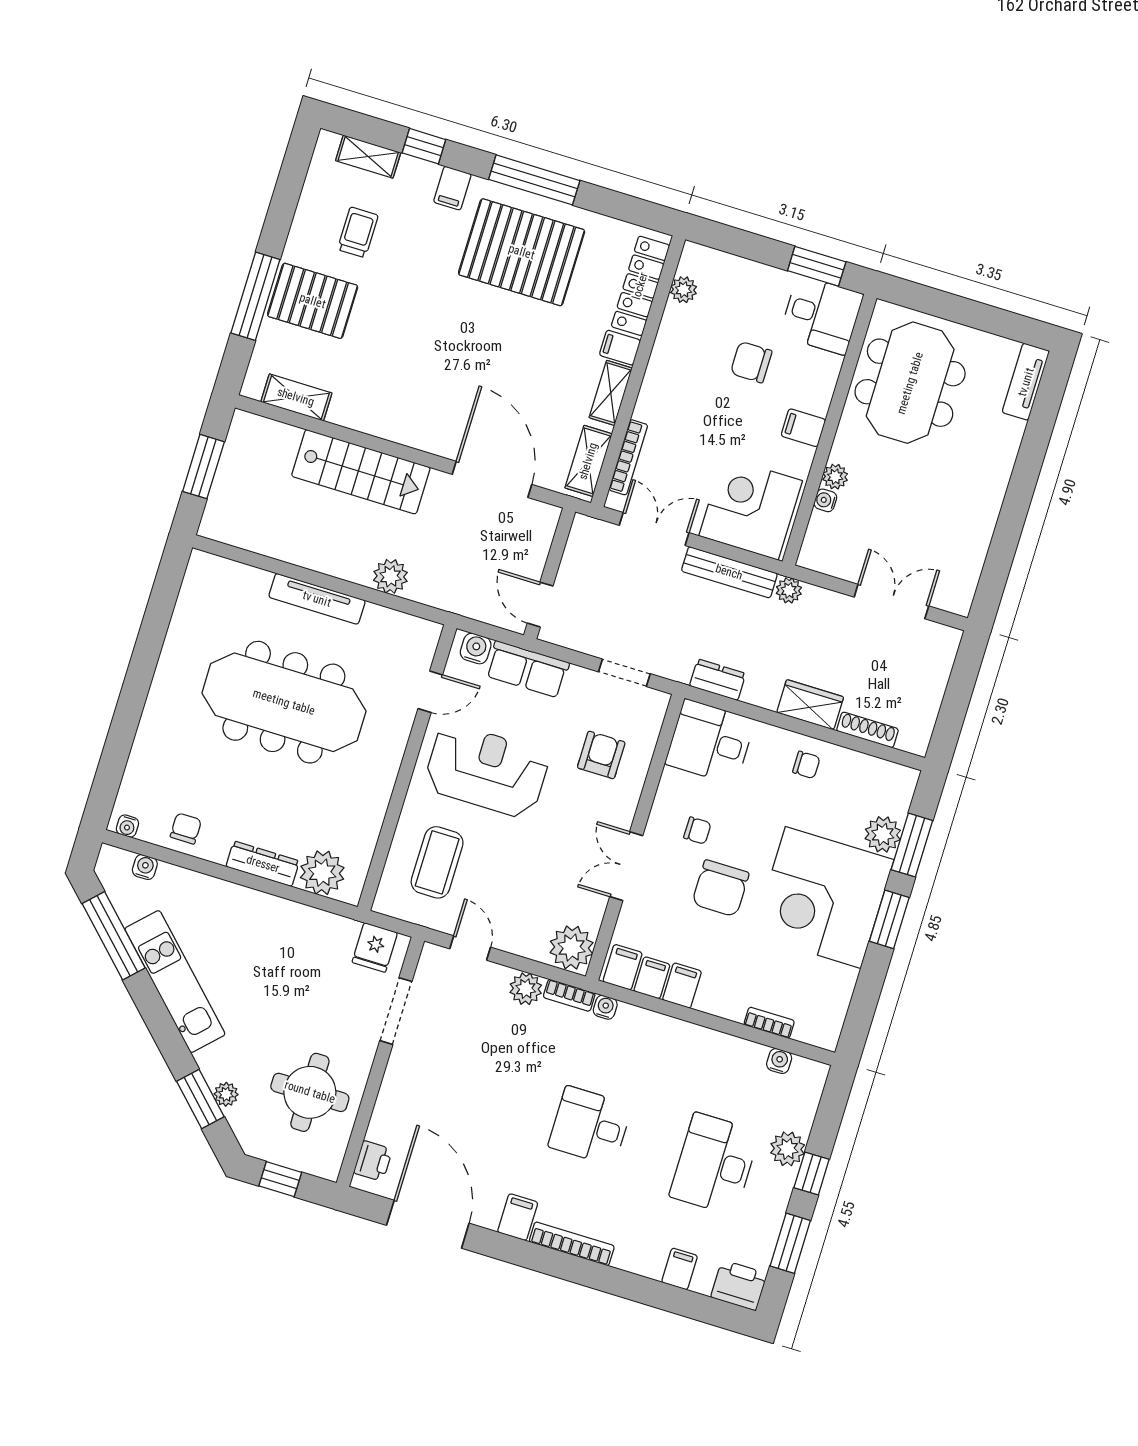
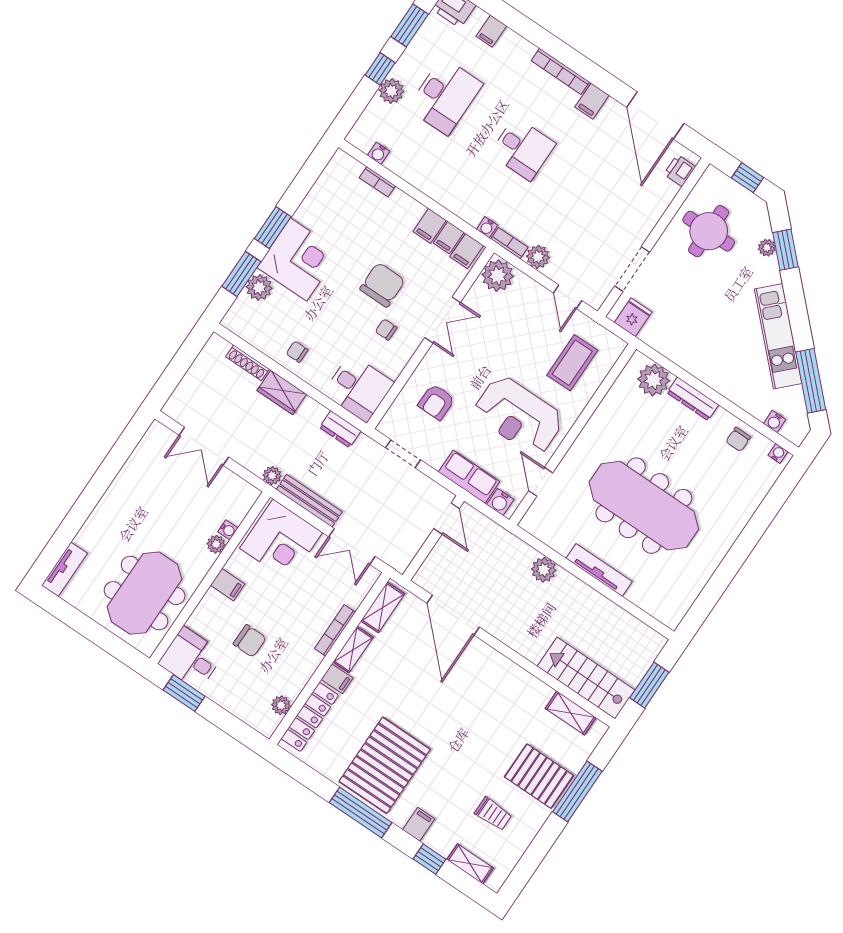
trolley: (358, 232) -> (493, 814), turned -90
pallet: (522, 252) -> (385, 765), turned 90
bookcase: (628, 457) -> (335, 630), moved
stairs: (361, 472) -> (586, 678), moved
door: (430, 692) -> (541, 482), hinge flipped
corner desk: (823, 897) -> (298, 260), width x0.74, depth x0.74

